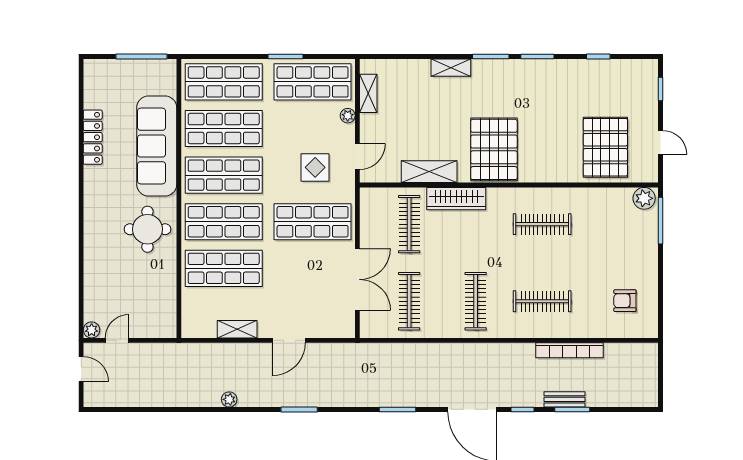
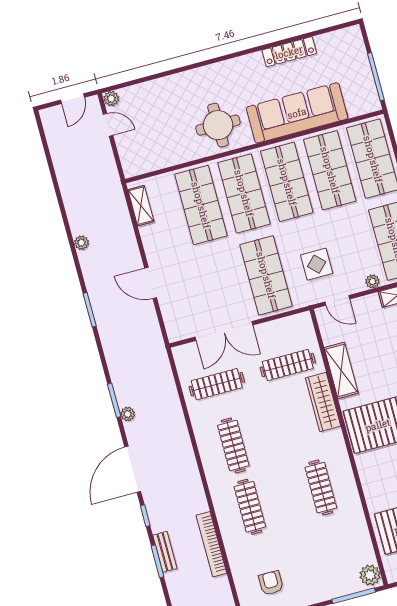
clothes rail: (476, 301) -> (233, 445), turned 90
shelving: (237, 329) -> (141, 206), moved
plant: (415, 399) -> (128, 414), added

